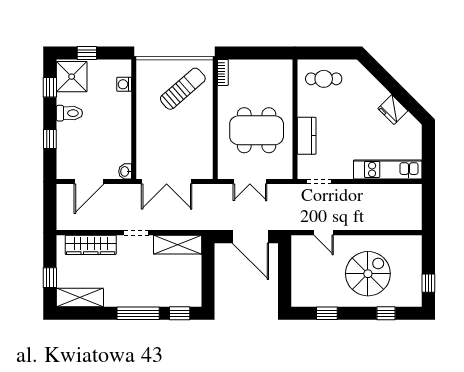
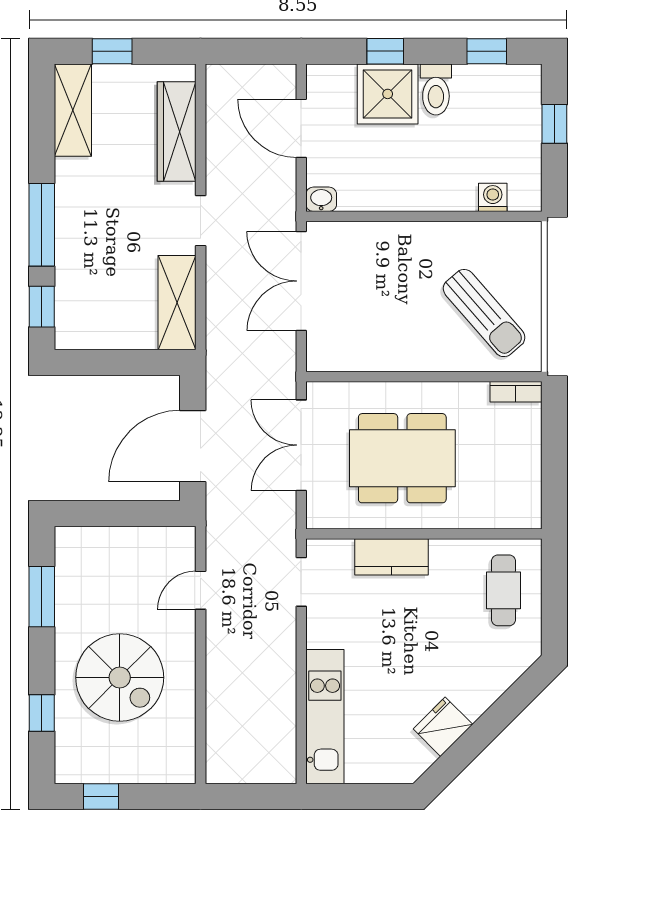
shower: (72, 77) -> (388, 94), moved
dining table: (257, 130) -> (402, 458), turned 90
double door: (250, 182) -> (301, 445), width x1.37
window: (327, 313) -> (42, 597), width x1.50

